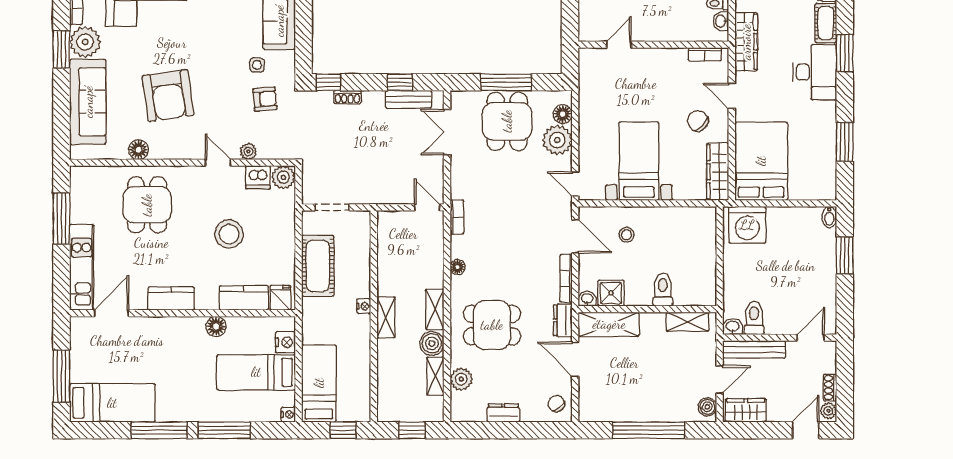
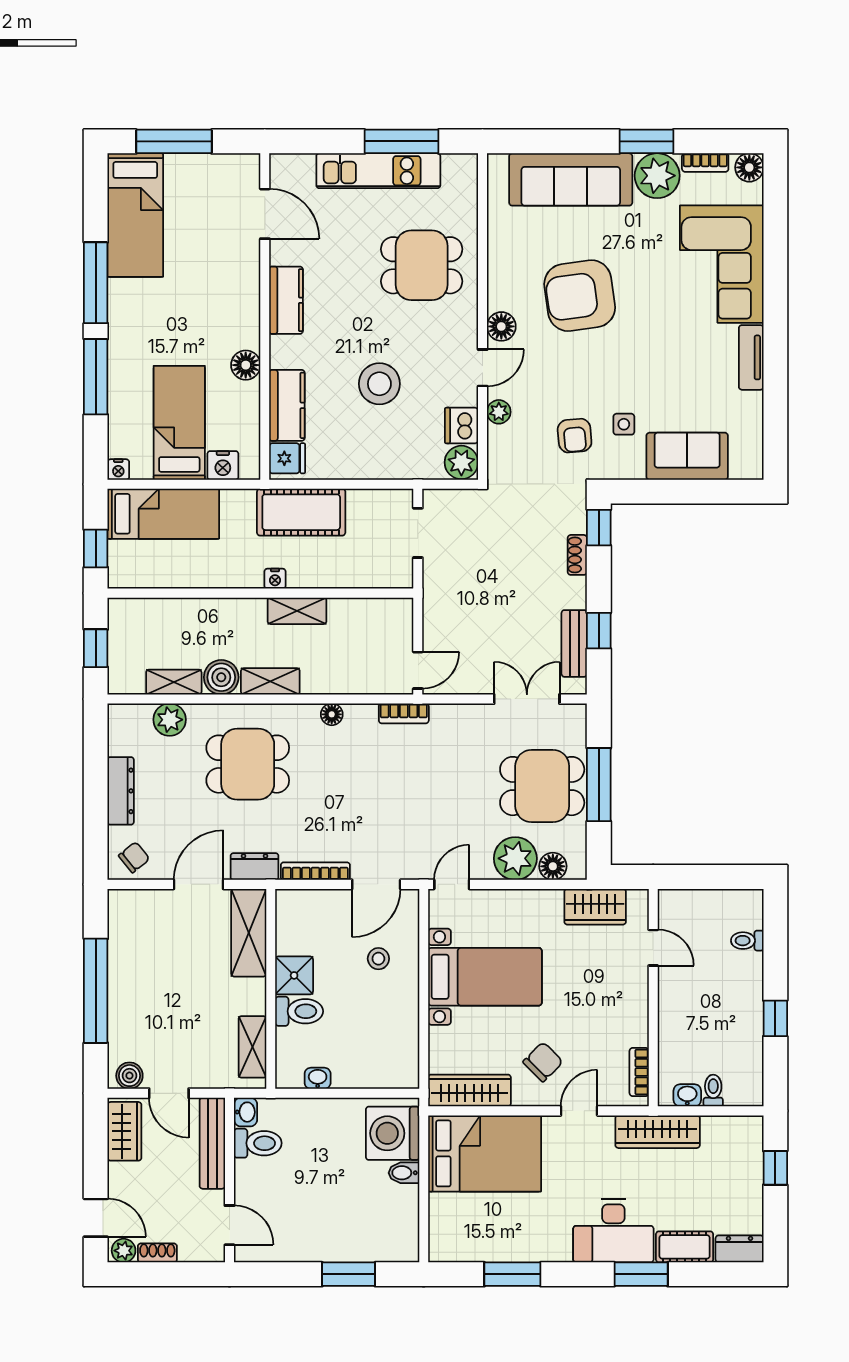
wardrobe: (591, 85) -> (595, 907), added
floor lamp: (138, 150) -> (501, 326), moved
bidet: (829, 217) -> (404, 1173), moved
cot: (318, 266) -> (301, 512), moved
kitchen unit: (82, 267) -> (378, 171), moved
shower: (611, 293) -> (294, 975), moved
washbasin: (587, 299) -> (318, 1078), moved, turned -90
shelving: (386, 317) -> (297, 611), moved
dining table: (492, 325) -> (248, 764), turned 90
dresser: (503, 413) -> (121, 791), width x1.44

